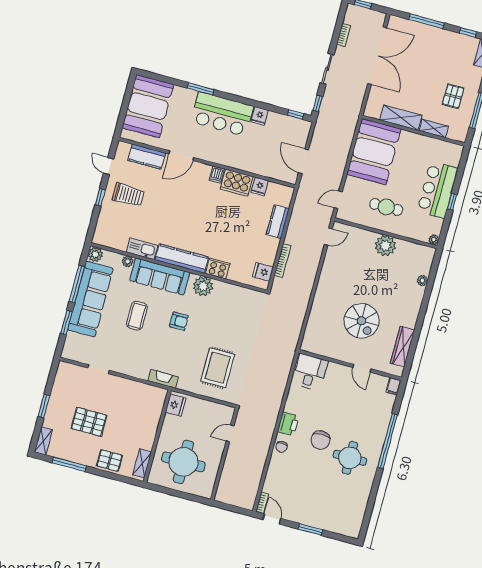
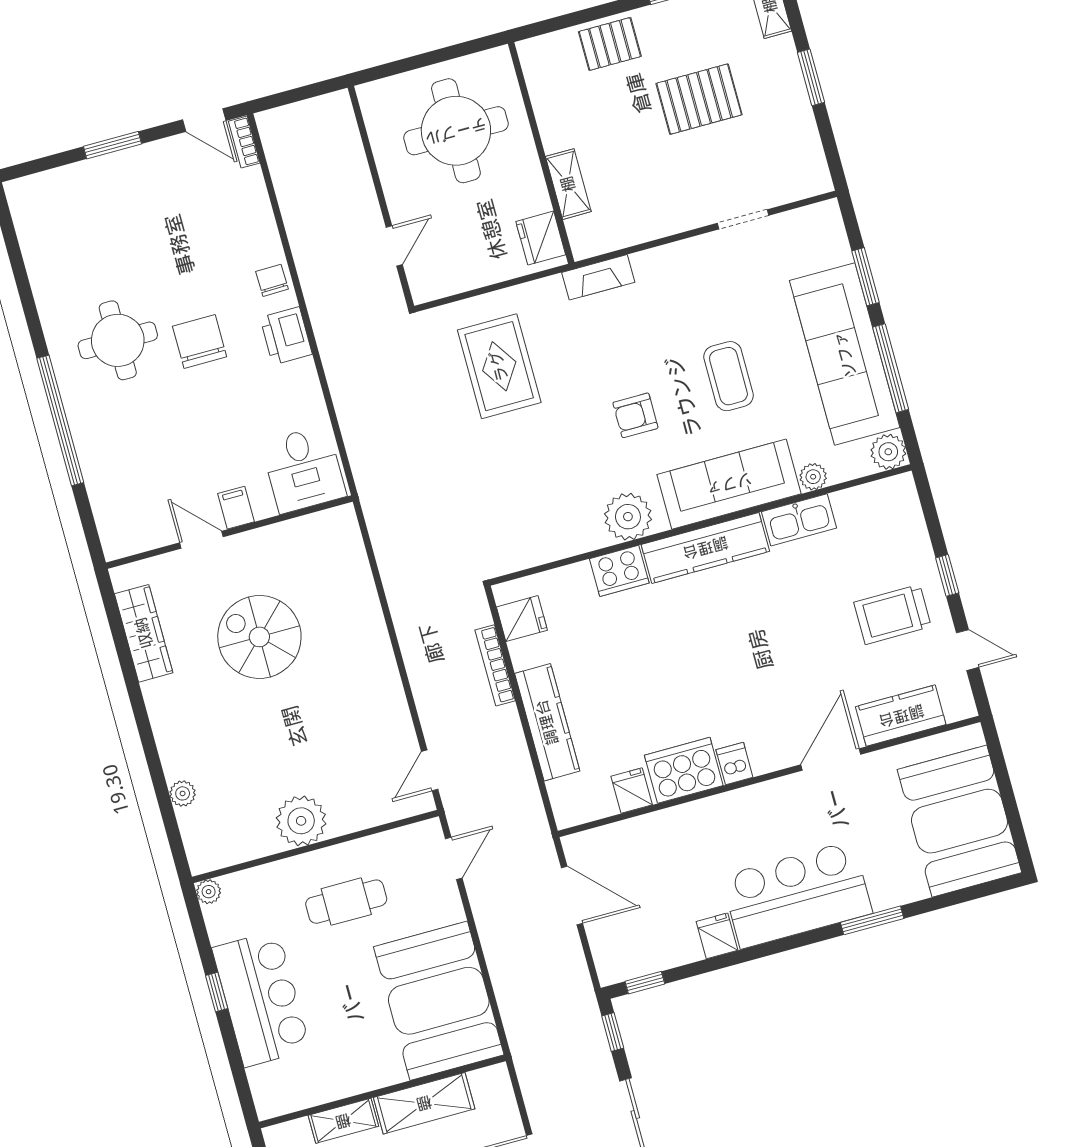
kitchen counter: (278, 222) -> (547, 722), width x1.50
filing cabinet: (393, 386) -> (236, 508), moved
shelving: (142, 463) -> (568, 184), moved

